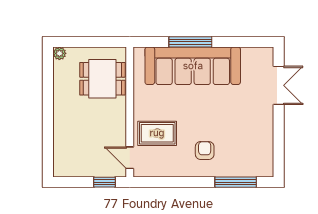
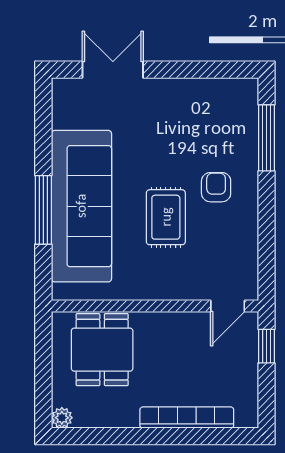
bookcase: (60, 132) -> (187, 418), added
rug: (157, 133) -> (166, 217), moved
armchair: (205, 151) -> (216, 187), turned 90

